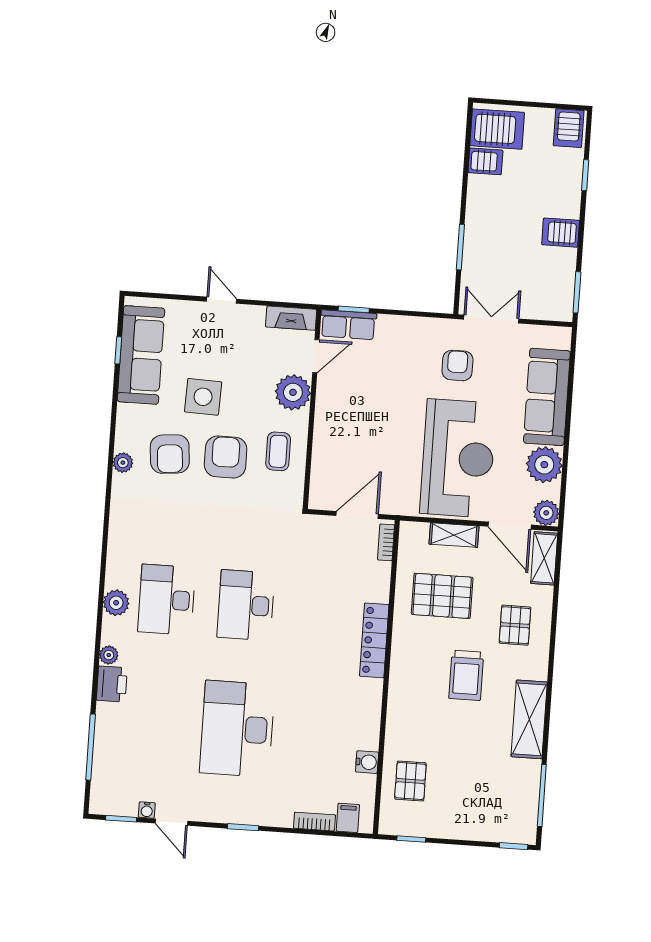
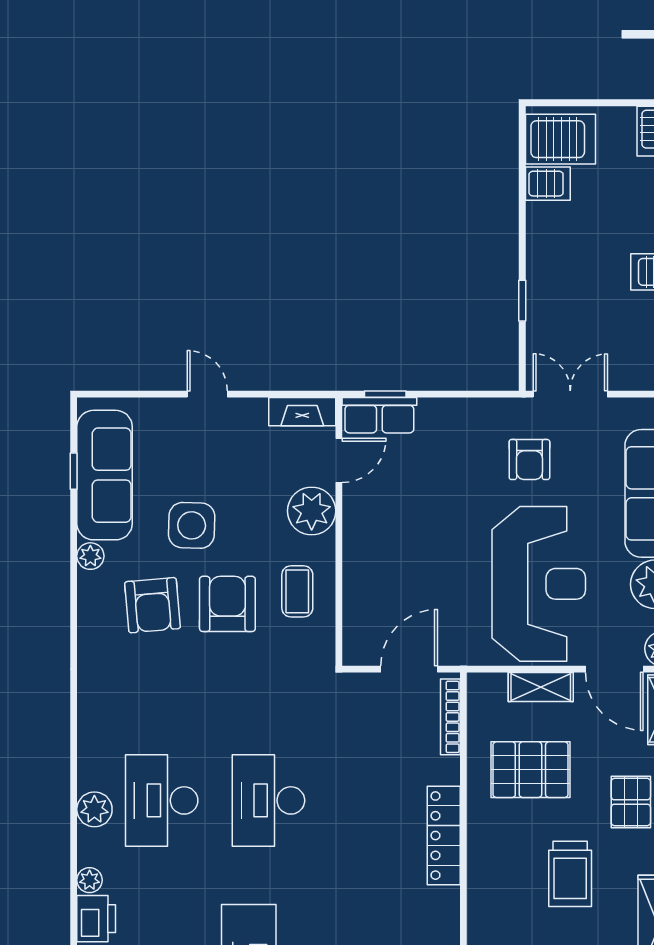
window: (460, 247) -> (522, 301), width x0.67
armchair: (457, 365) -> (529, 460), turned 180
plant: (123, 463) -> (90, 556), moved
bookcase: (386, 542) -> (450, 717), width x1.56

